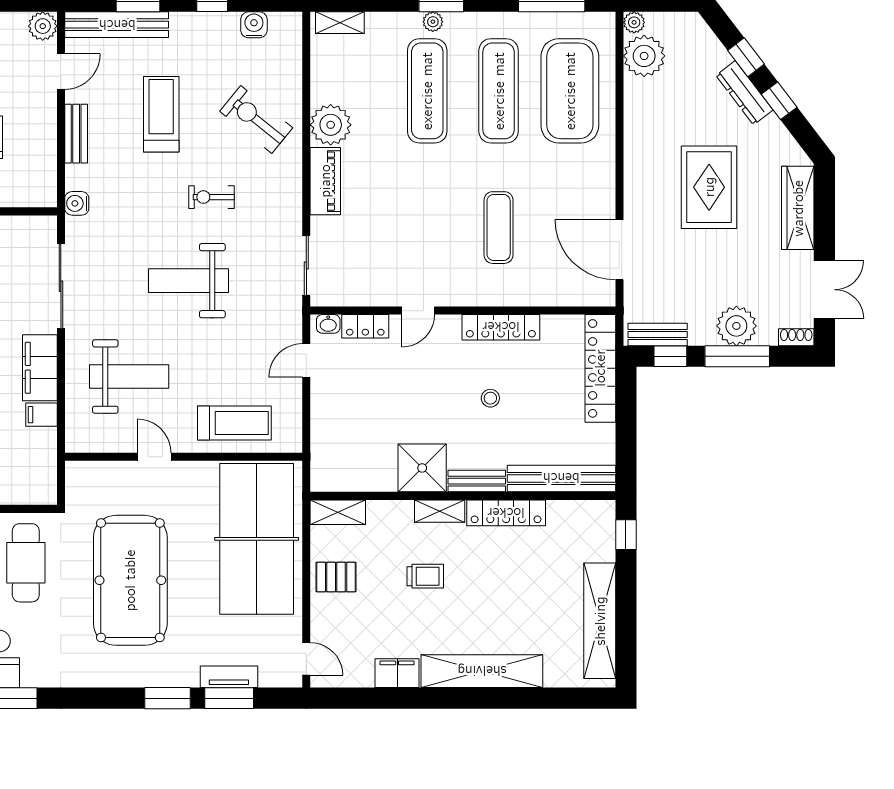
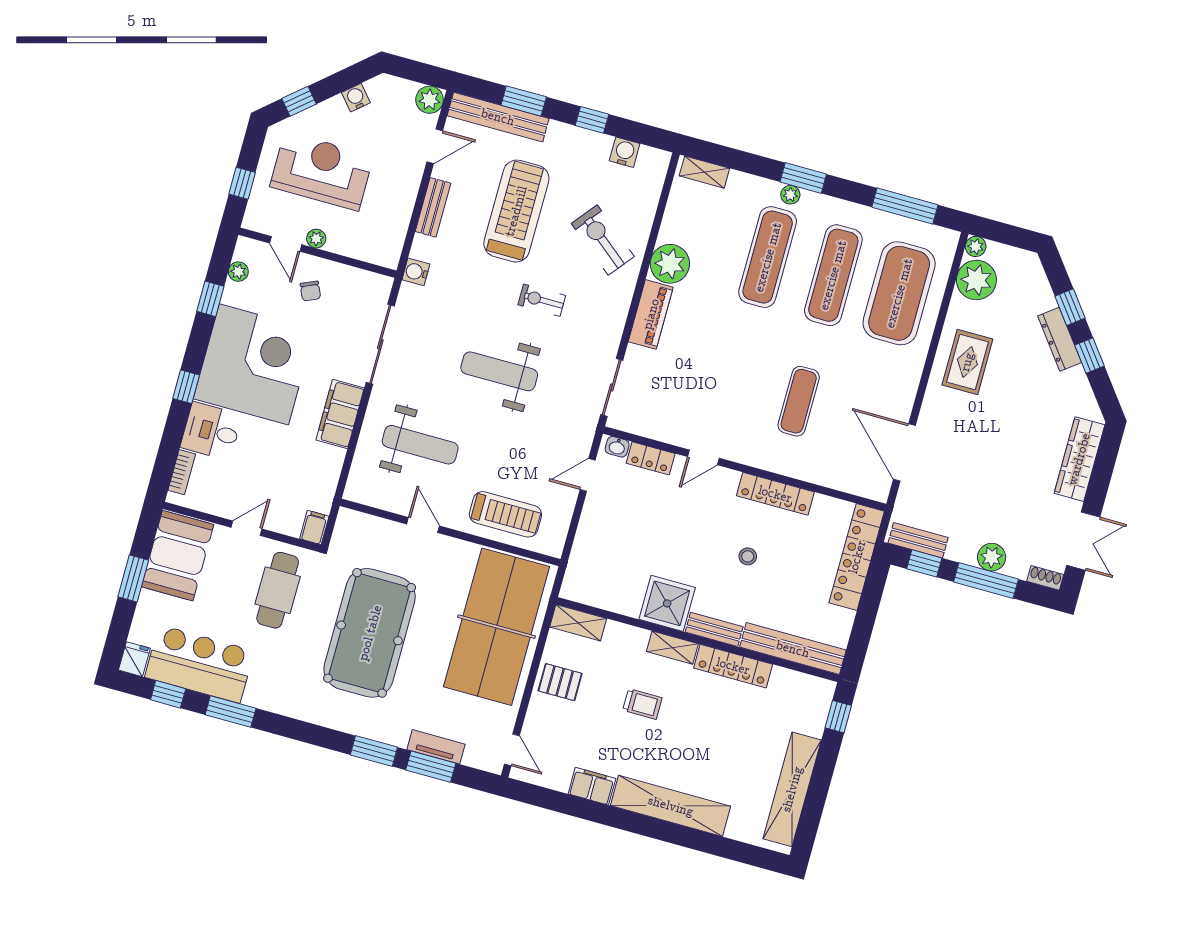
treadmill: (161, 114) -> (516, 211), width x1.37, depth x1.38
rug: (709, 187) -> (967, 362), moved, width x0.73, depth x0.70
plant: (736, 326) -> (992, 557), width x0.73, depth x0.73
filing cabinet: (41, 415) -> (314, 527), moved, turned 90

